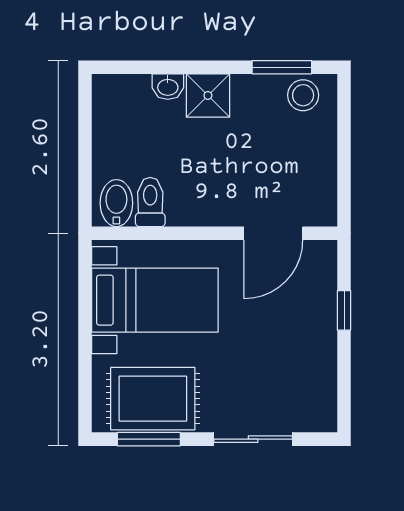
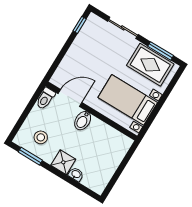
stool: (303, 95) -> (41, 137), moved
toilet: (150, 202) -> (45, 98), moved
bidet: (116, 203) -> (83, 121), moved
window: (344, 310) -> (80, 25), moved

